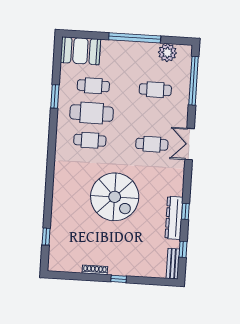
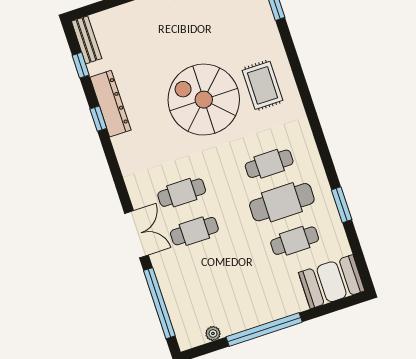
plant: (167, 53) -> (213, 333), width x0.53, depth x0.53
cafe table: (155, 90) -> (194, 231), moved
double door: (190, 144) -> (137, 234), moved
rug: (74, 191) -> (263, 85), added

